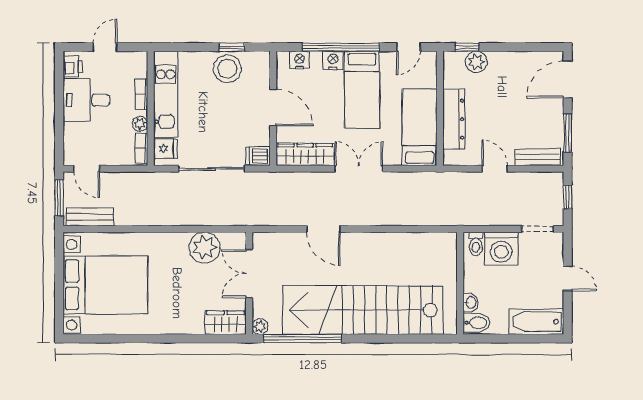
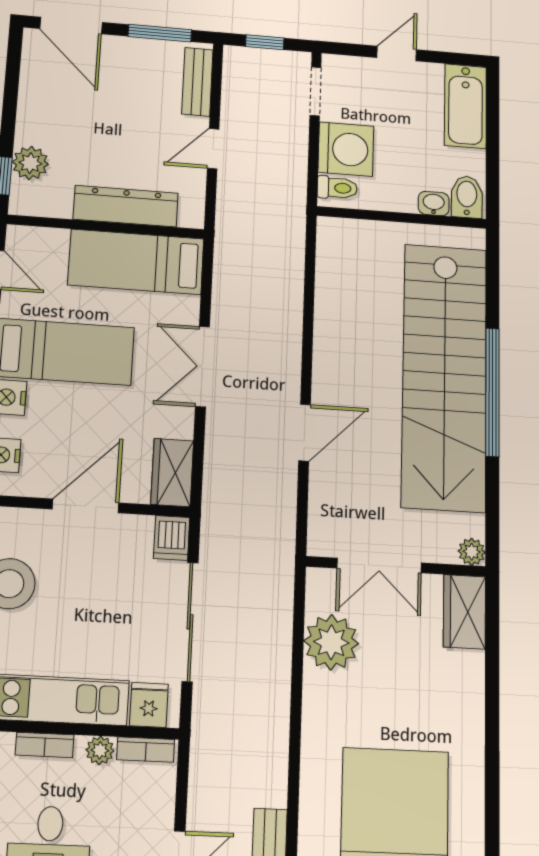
wardrobe: (305, 155) -> (172, 472), width x0.67
window: (302, 339) -> (492, 392), moved

